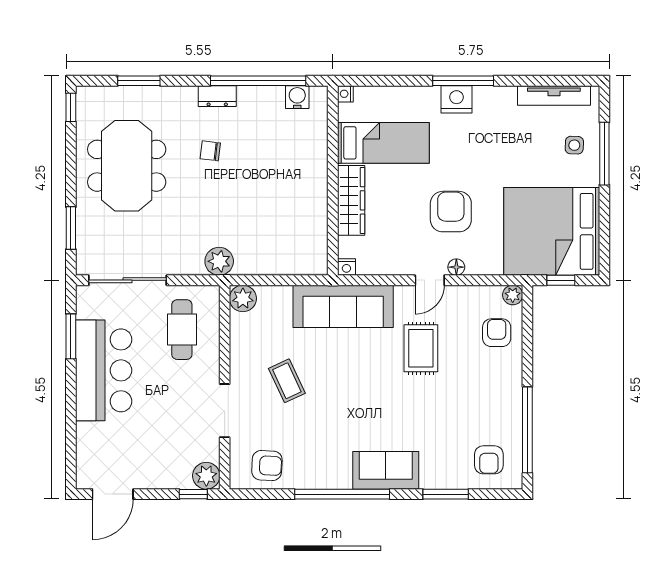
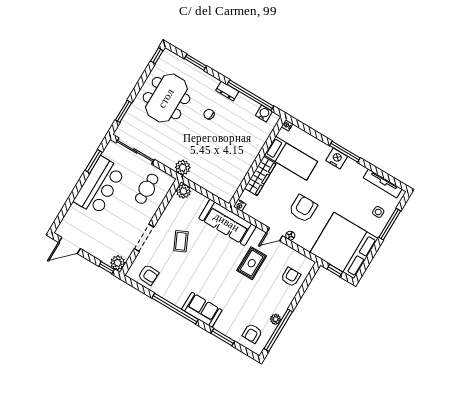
plant: (513, 295) -> (276, 319), moved

